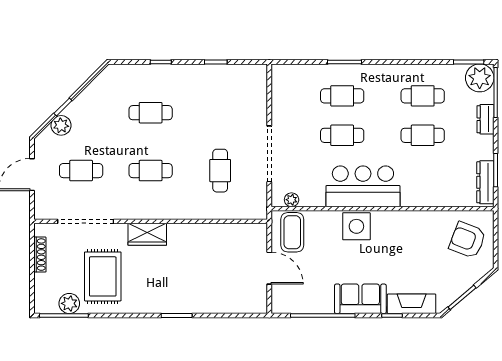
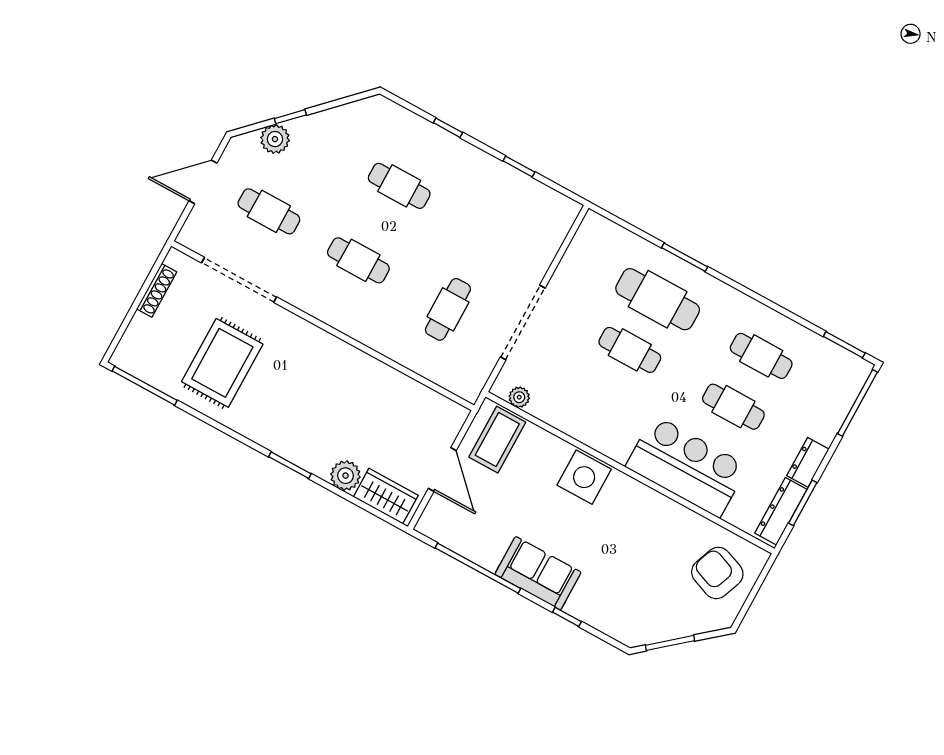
plant: (480, 78) -> (847, 373), removed
cafe table: (342, 96) -> (658, 299), width x1.37, depth x1.35
dresser: (485, 119) -> (808, 462), moved
bar counter: (363, 186) -> (687, 466), moved
wardrobe: (147, 234) -> (386, 496), moved, turned 180
plant: (69, 303) -> (345, 476), moved
fireplace: (412, 304) -> (600, 616), removed

